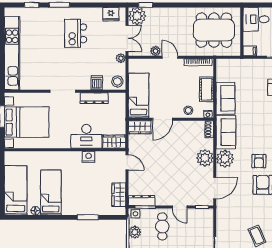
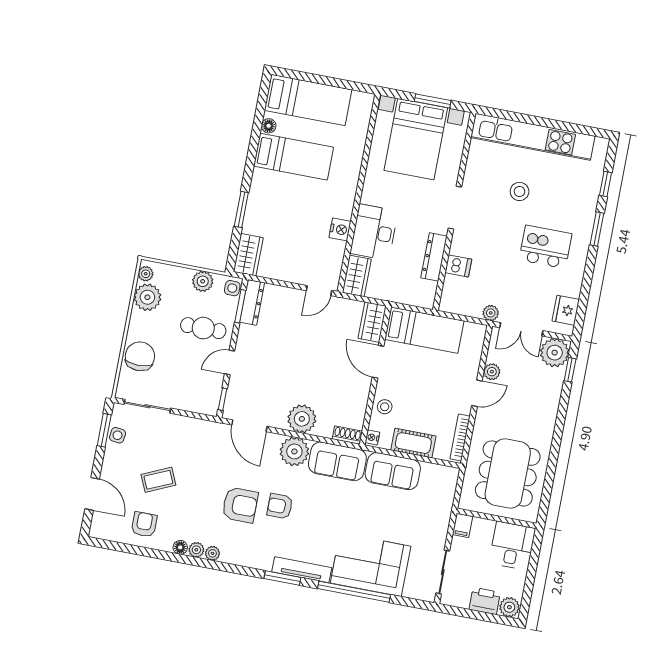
stool: (117, 81) -> (520, 191), moved
wardrobe: (119, 195) -> (248, 255), moved, turned 90

